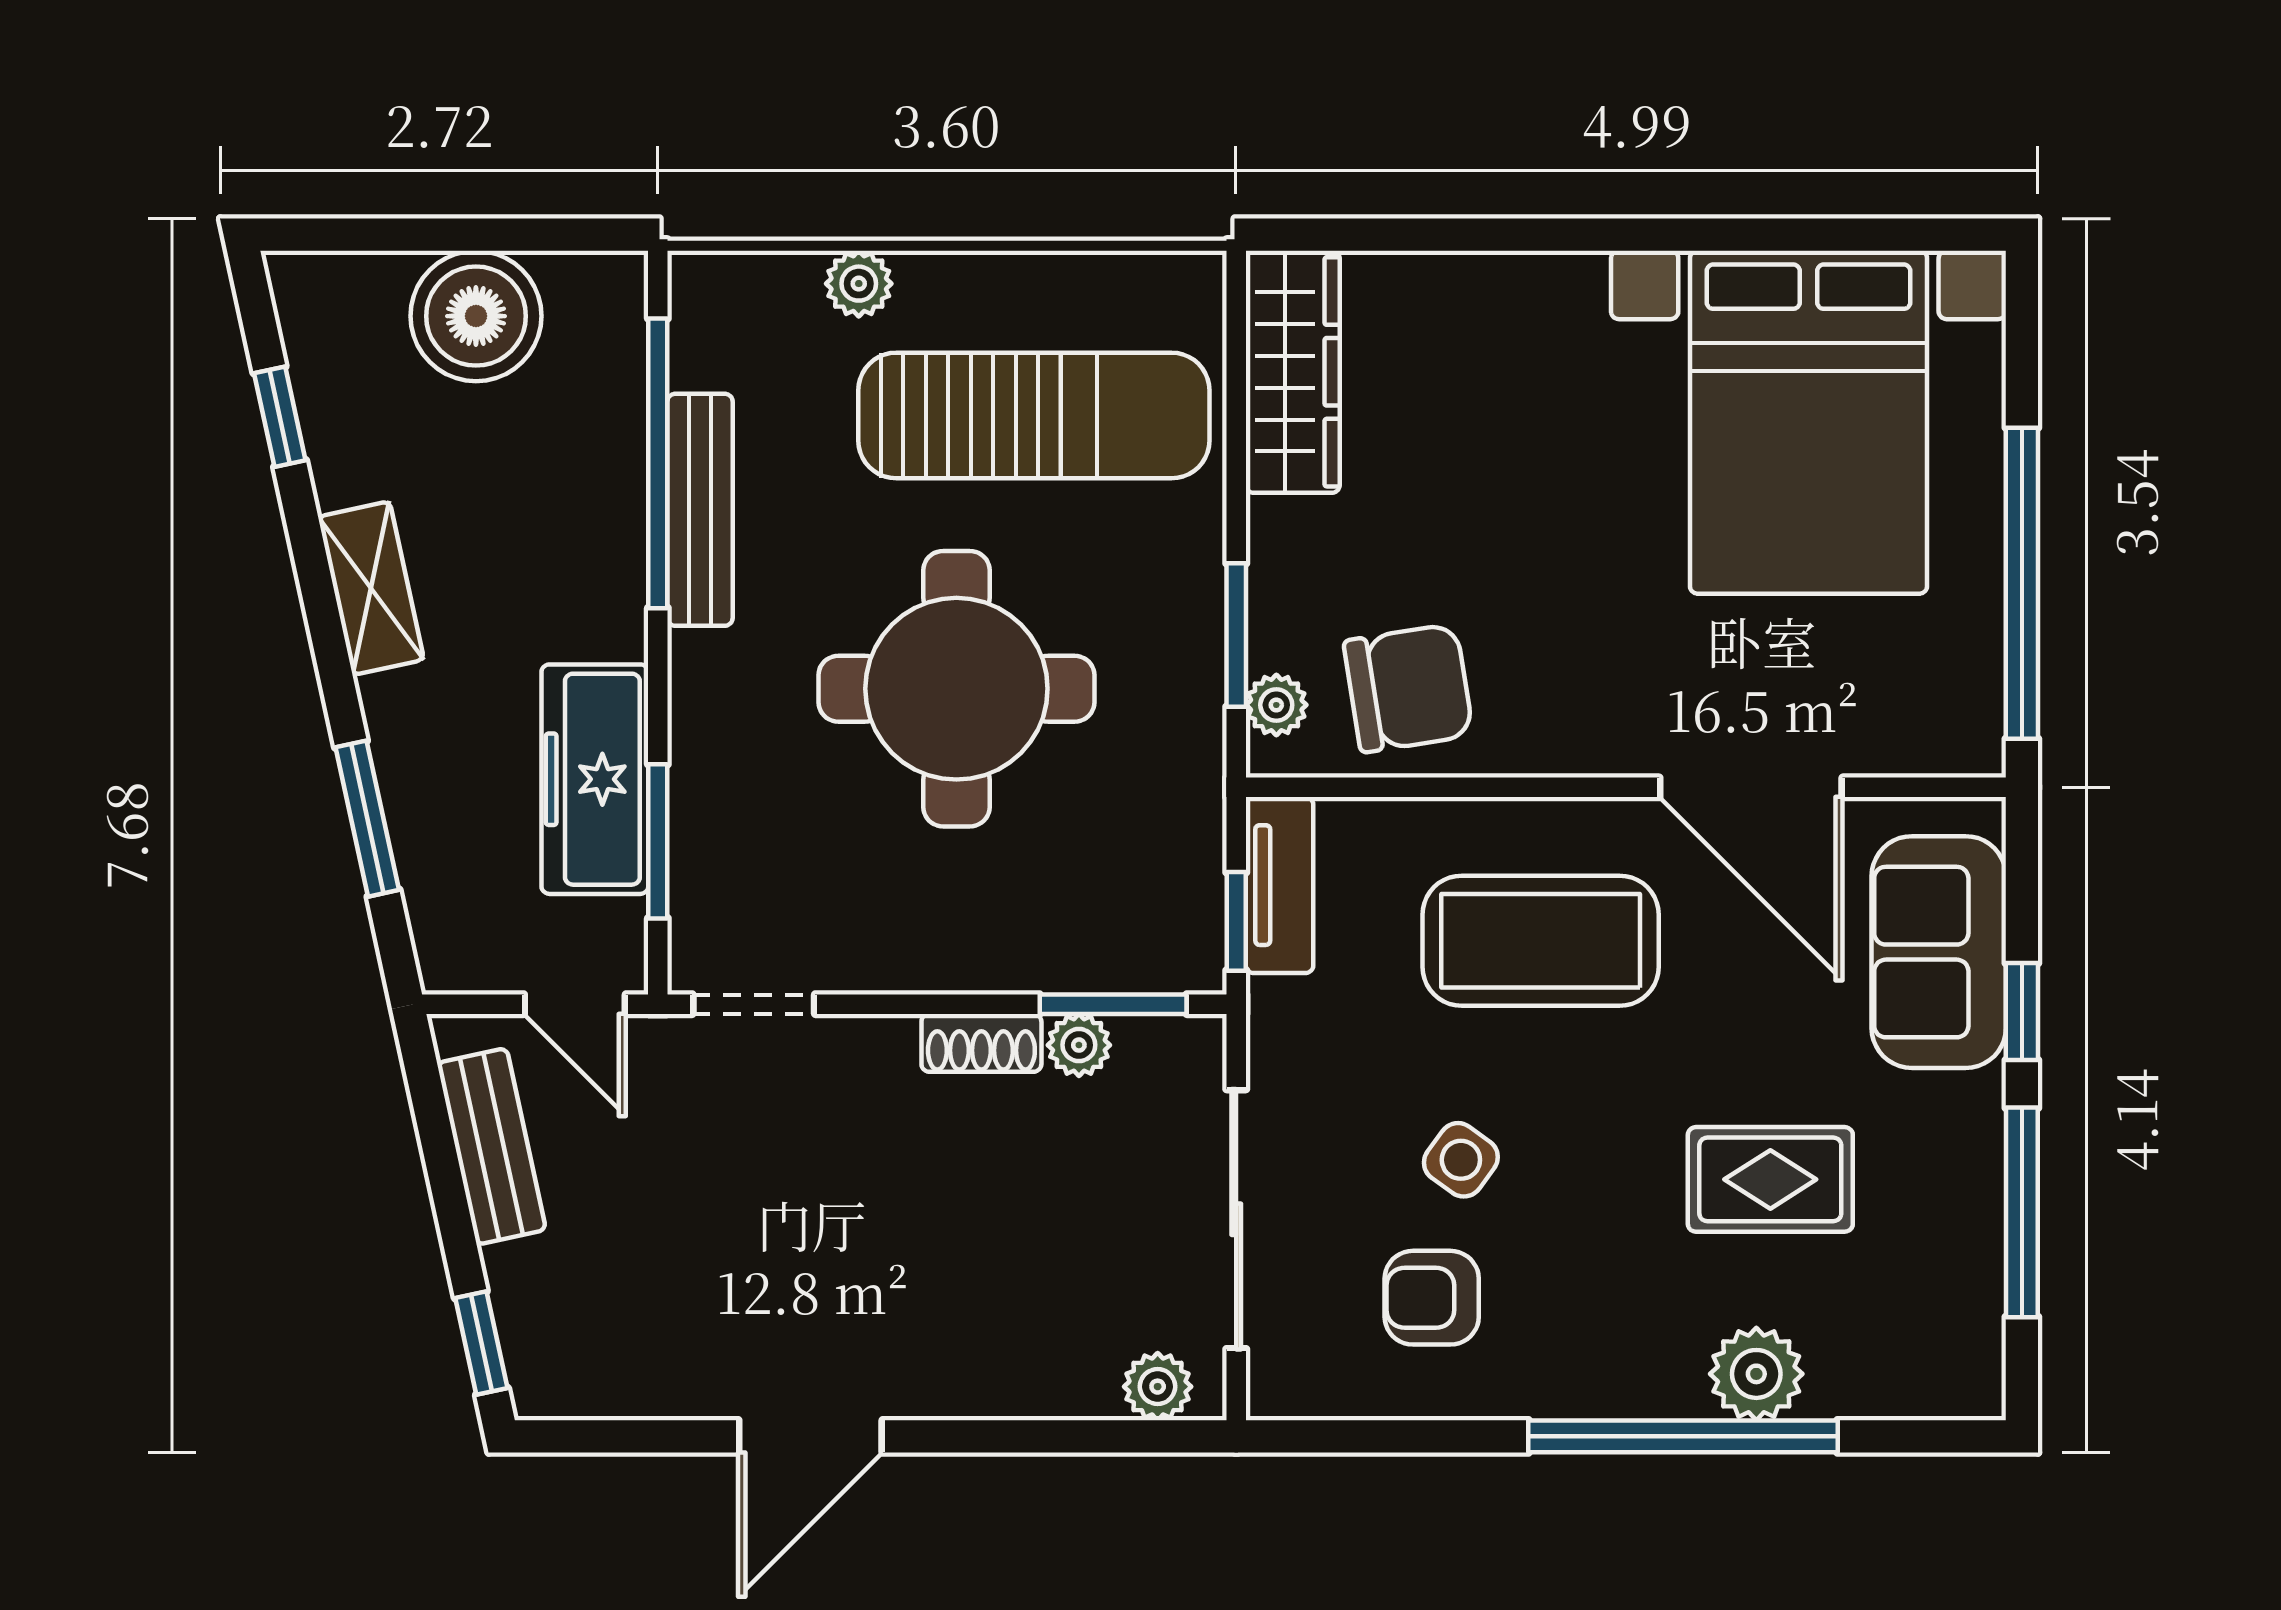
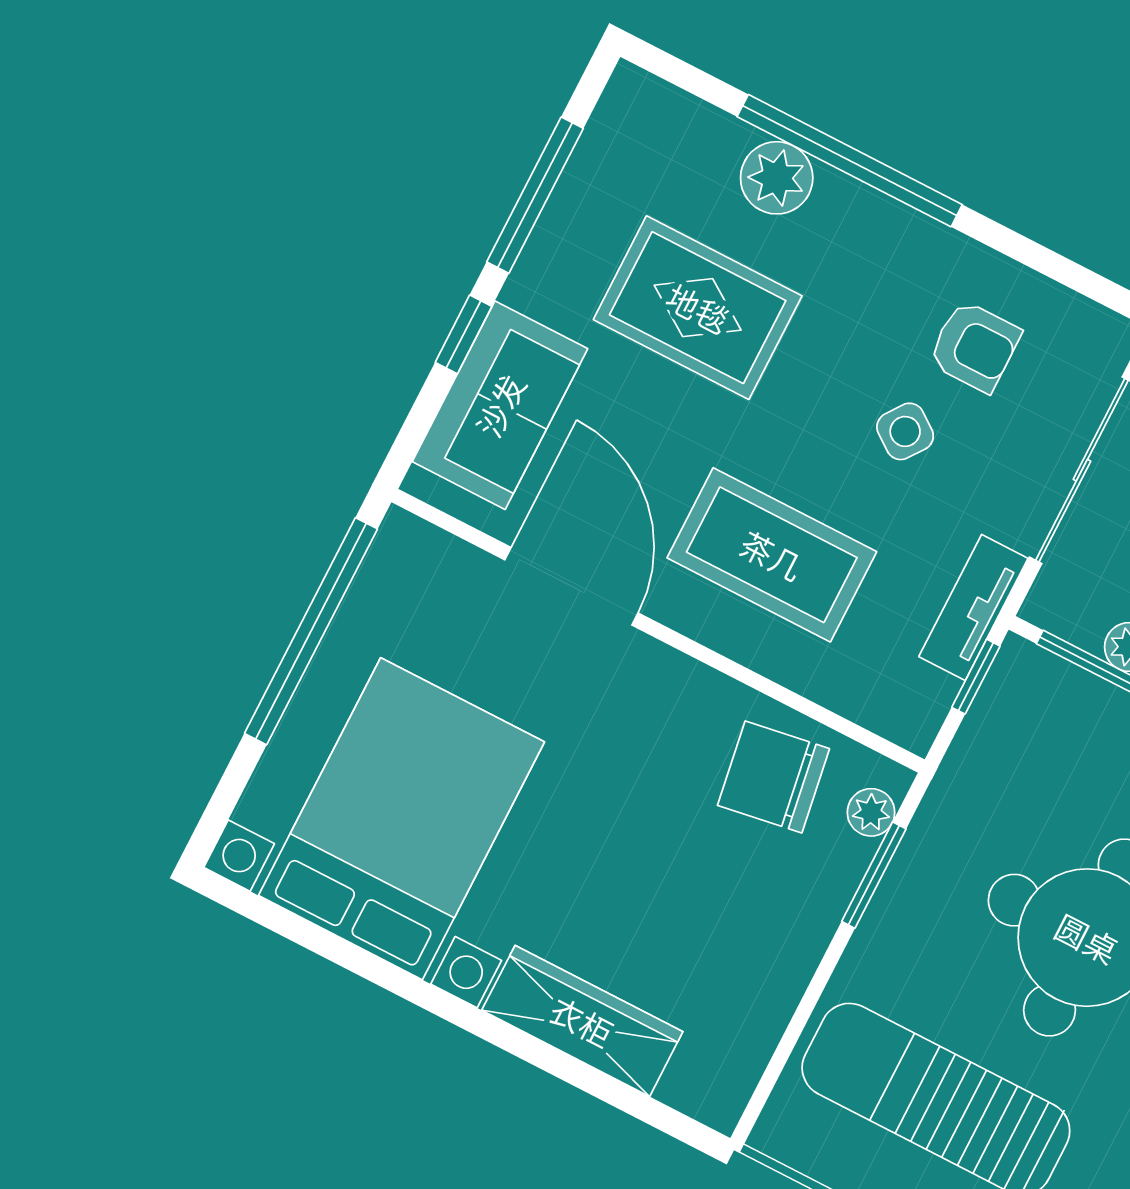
wardrobe: (1293, 372) -> (582, 1021), moved, turned 90
tv unit: (1280, 885) -> (973, 607), moved
rug: (1770, 1179) -> (698, 308), width x1.36, depth x1.43

